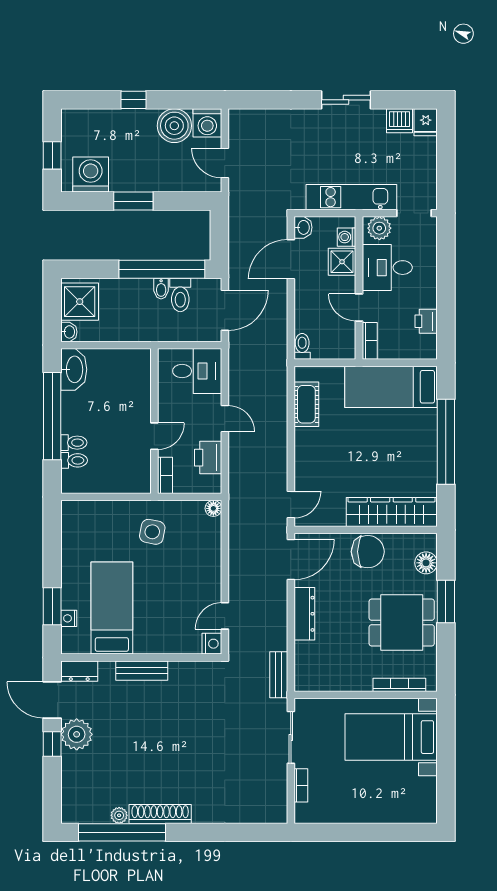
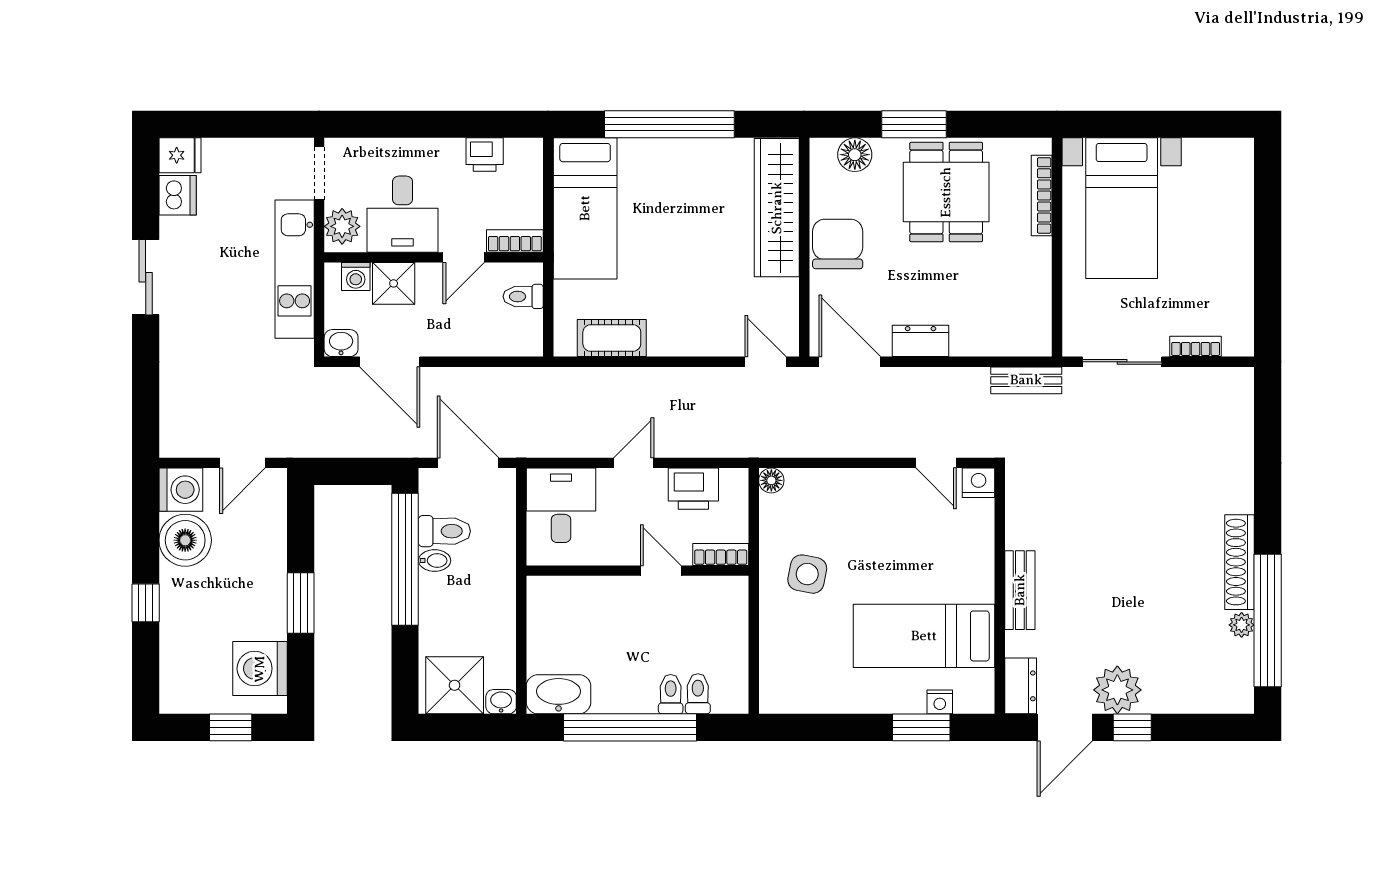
toilet: (302, 346) -> (523, 296), moved
dresser: (304, 614) -> (921, 341), width x0.70

